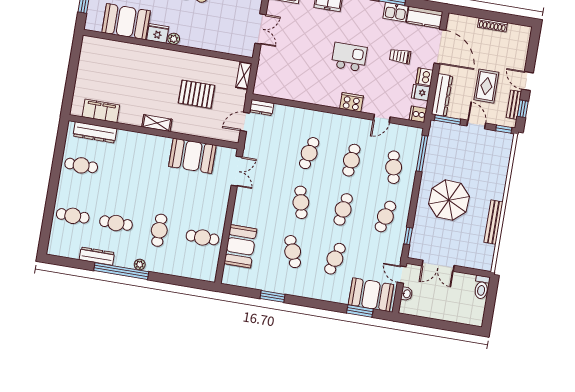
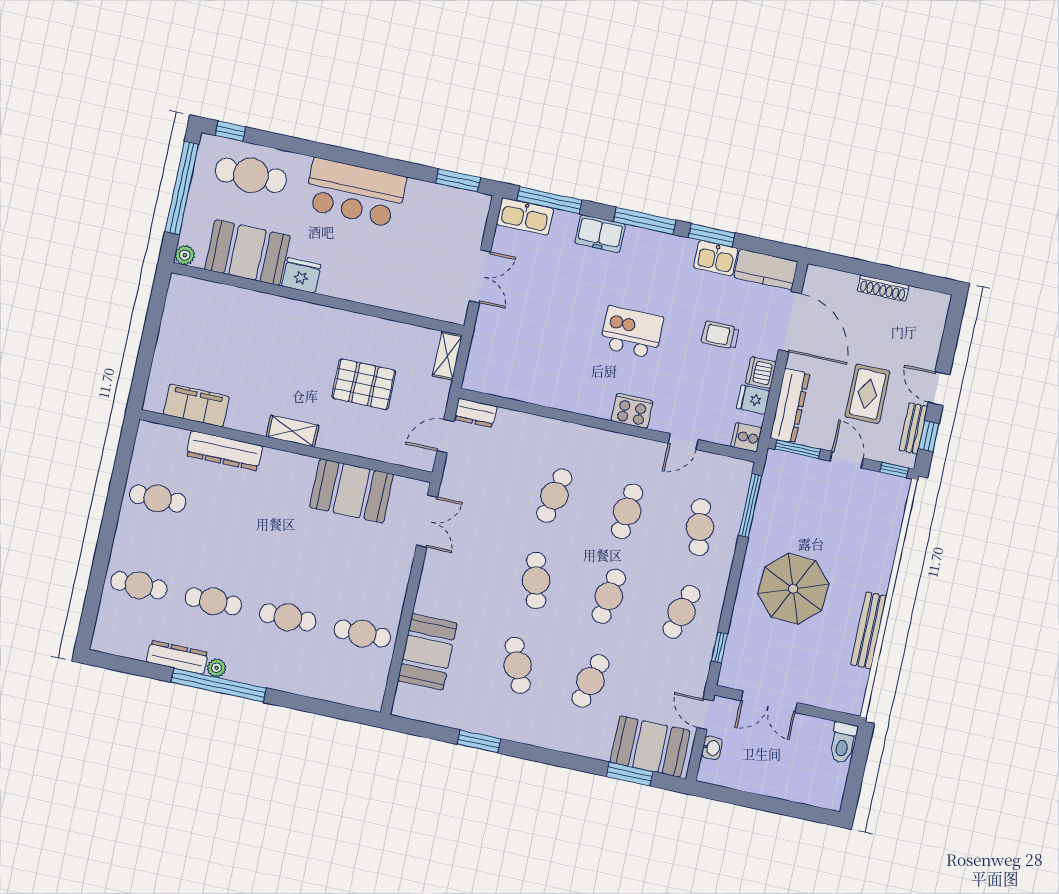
plant: (174, 39) -> (185, 255), moved
dresser: (95, 132) -> (224, 451), moved
cafe table: (159, 230) -> (288, 617), turned 90
plant: (140, 265) -> (217, 668), moved

